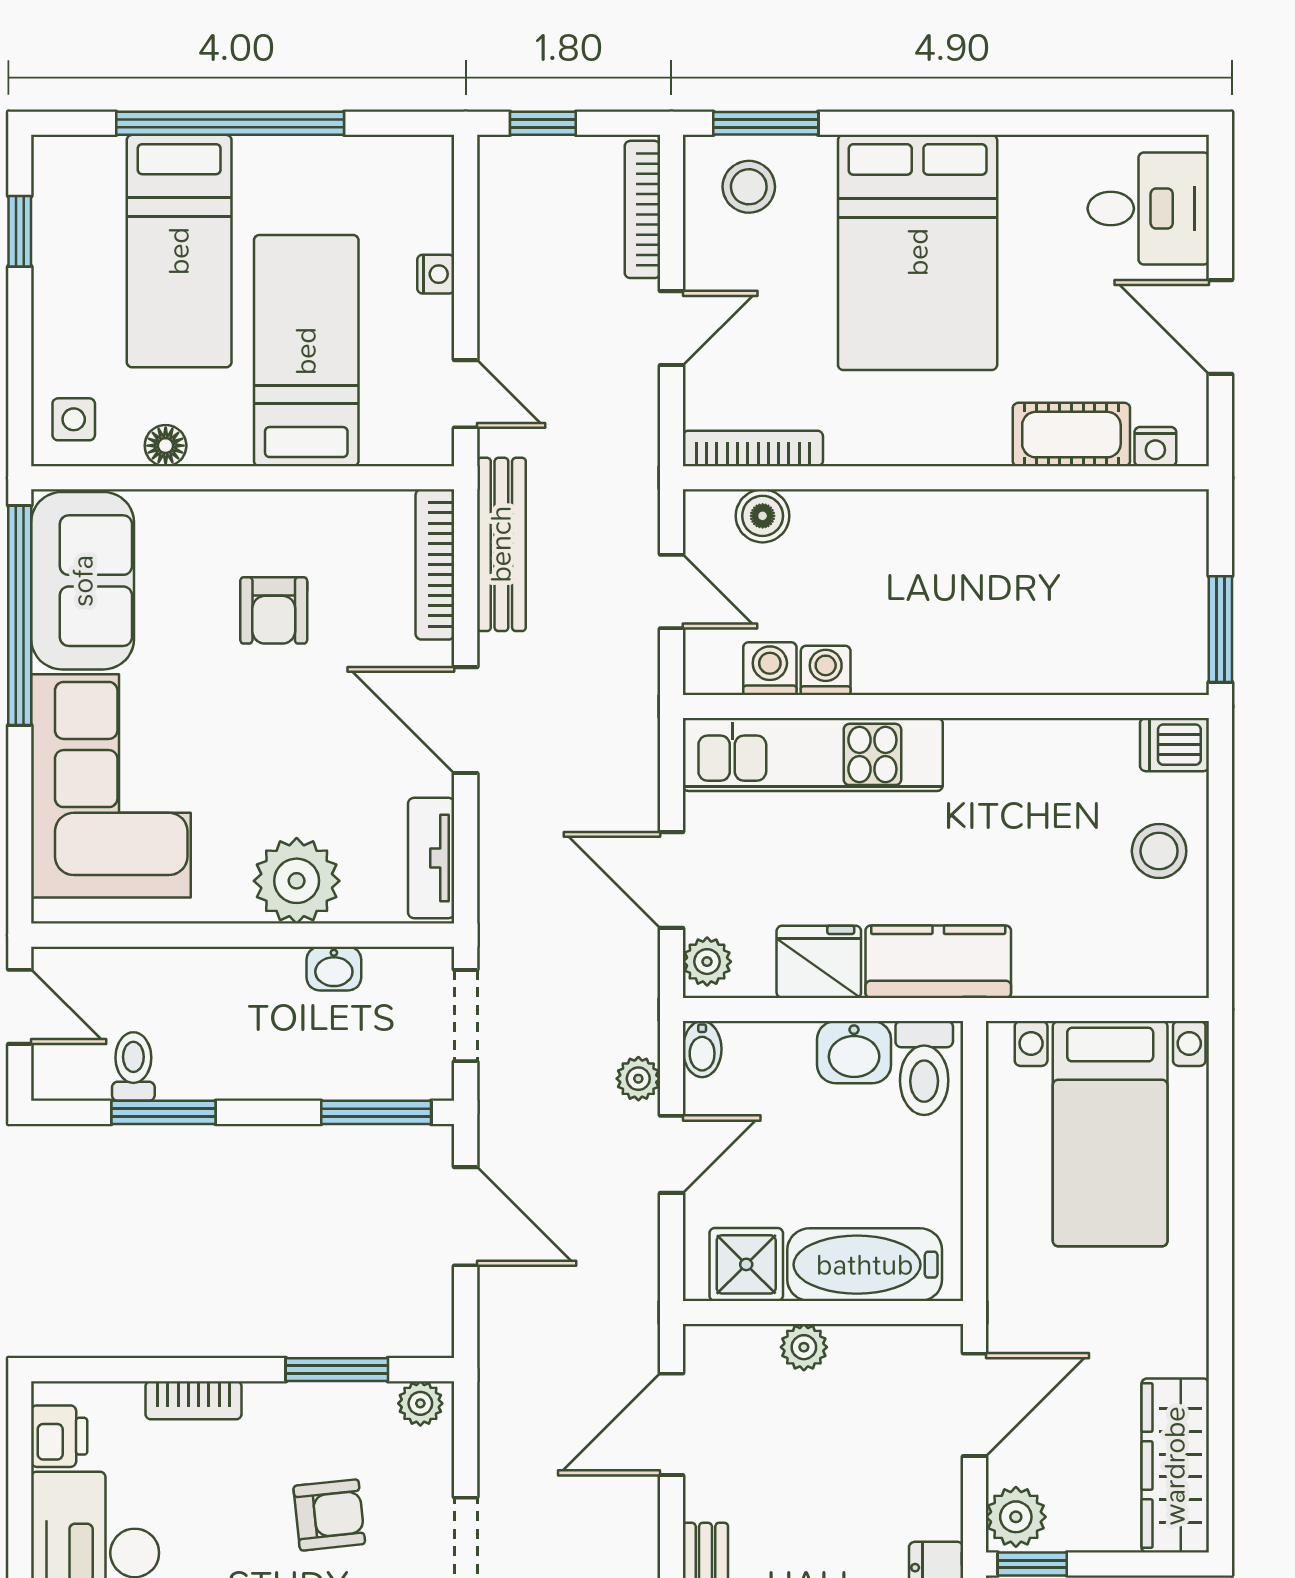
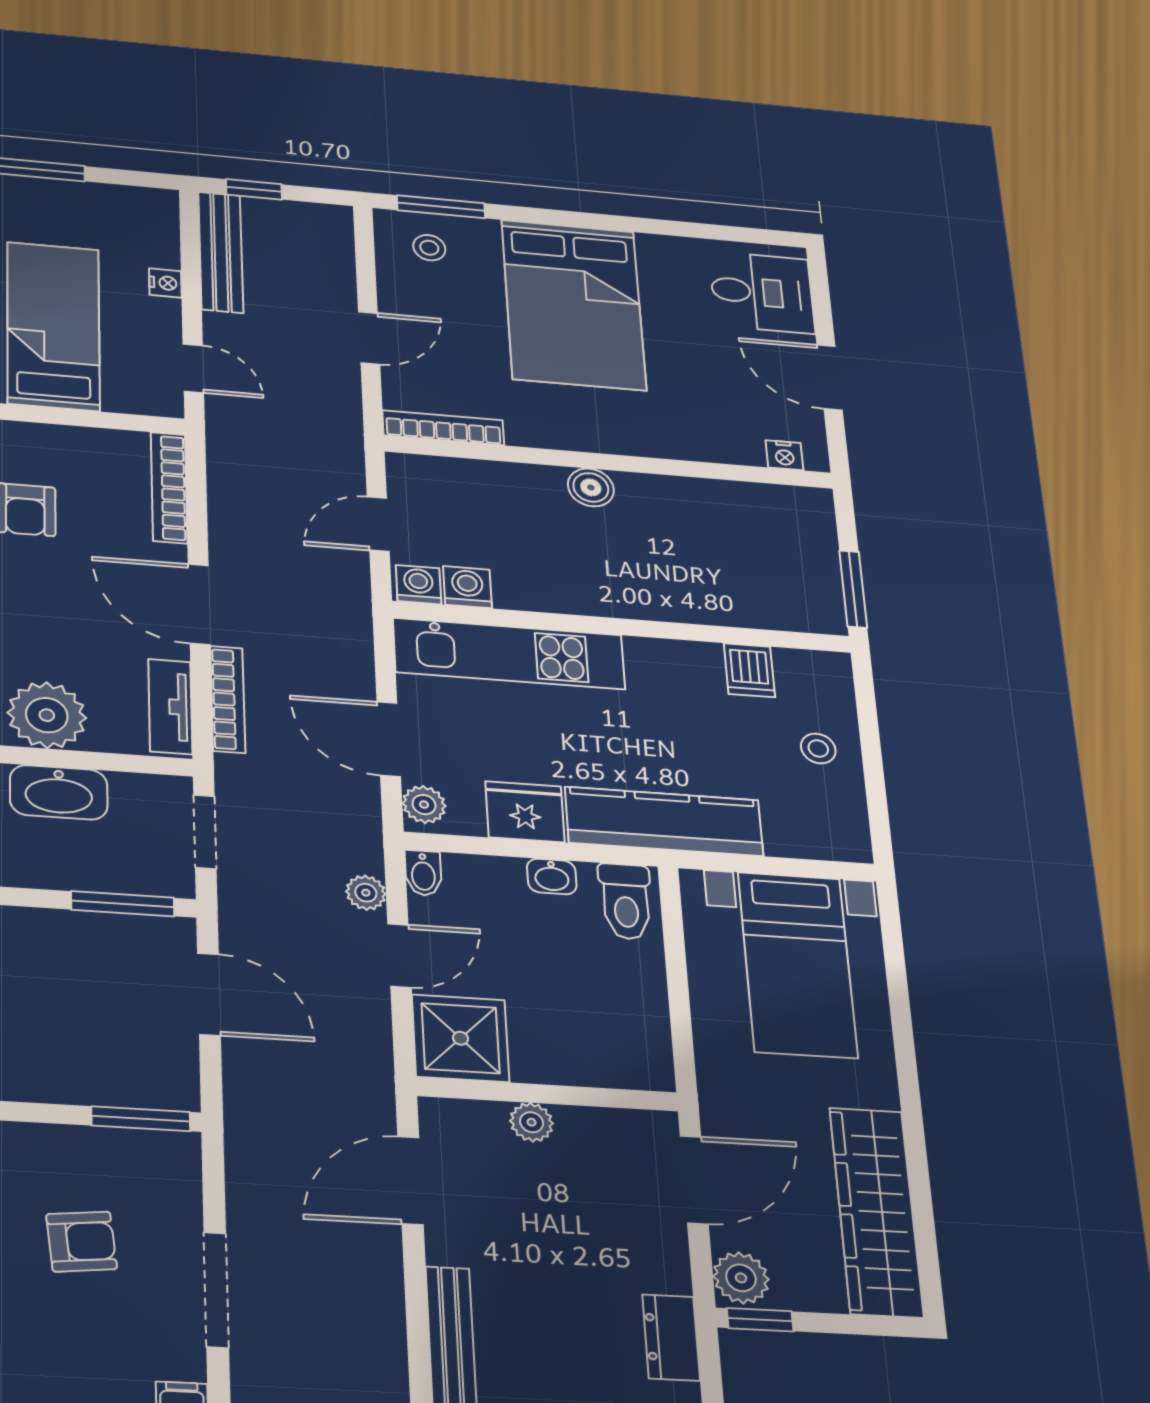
stool: (749, 187) -> (429, 248), width x0.73, depth x0.73
bookcase: (642, 209) -> (228, 699), moved, turned 180
cot: (1071, 435) -> (713, 441), removed
boiler: (763, 516) -> (591, 487), moved
bench: (501, 544) -> (221, 252), moved
door: (671, 591) -> (378, 524), swing flipped
washing machine: (826, 670) -> (419, 585), moved
dishwasher: (1175, 745) -> (749, 670), moved, turned -90
stool: (1159, 851) -> (818, 748), width x0.73, depth x0.73
kitchen counter: (938, 962) -> (664, 821), width x1.50
washbasin: (334, 969) -> (59, 792), width x1.91, depth x1.45
washbasin: (854, 1052) -> (552, 876), width x0.72, depth x0.69
shower: (746, 1264) -> (461, 1038), width x1.36, depth x1.36
bathtub: (865, 1265) -> (583, 1057), removed
window: (337, 1370) -> (141, 1119), moved
plant: (420, 1403) -> (169, 1149), removed
wardrobe: (1175, 1466) -> (876, 1212), width x1.40, depth x1.17

